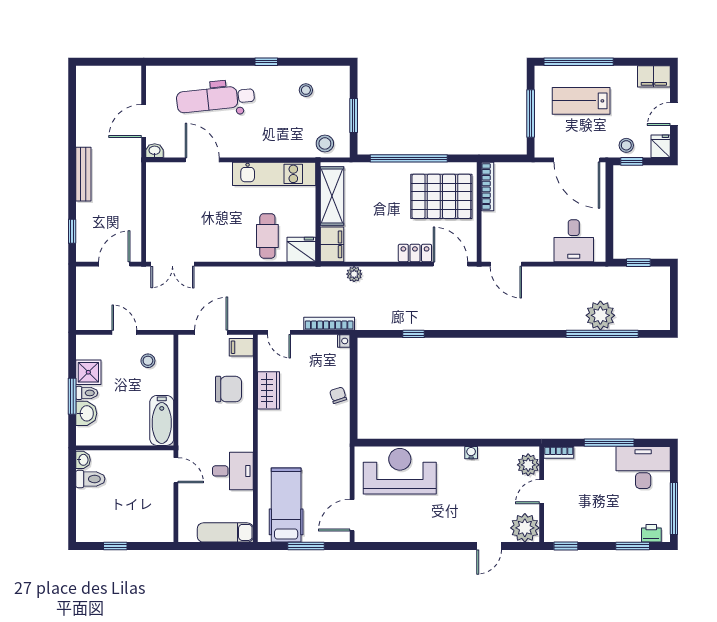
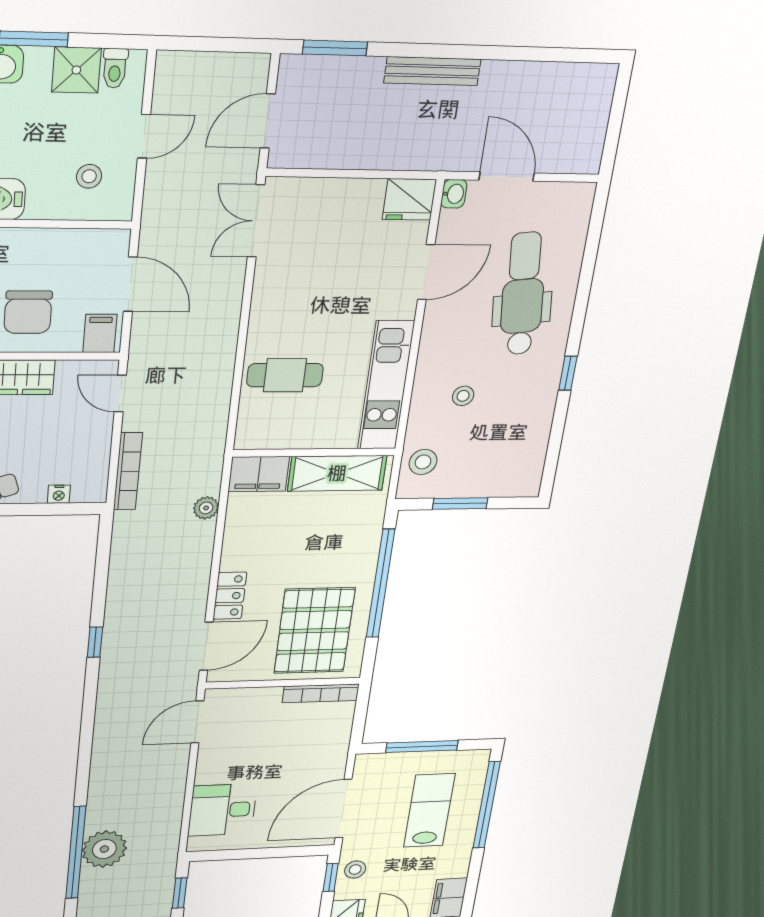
stool: (306, 90) -> (463, 396), moved
window: (72, 231) -> (335, 48), width x1.50
fridge: (301, 249) -> (409, 199), moved, turned 90
door: (114, 264) -> (268, 121), swing flipped
door: (279, 332) -> (120, 394), hinge flipped
window: (413, 334) -> (95, 642), moved
nightstand: (344, 341) -> (59, 494), moved
toilet: (87, 393) -> (115, 68), moved

